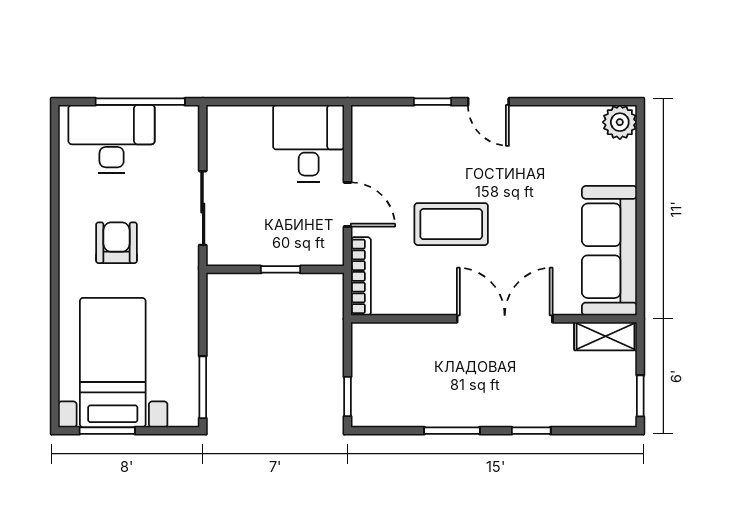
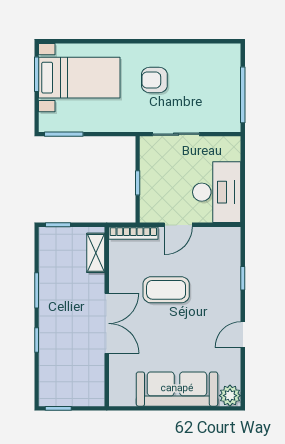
door: (488, 102) -> (243, 335), moved
desk: (112, 139) -> (220, 77), removed
desk: (309, 143) -> (217, 192), width x1.37
coffee table: (451, 224) -> (166, 290), turned 90
armchair: (117, 243) -> (154, 80), turned 180
sofa: (609, 251) -> (177, 389), moved
shelving: (606, 336) -> (96, 253), moved

